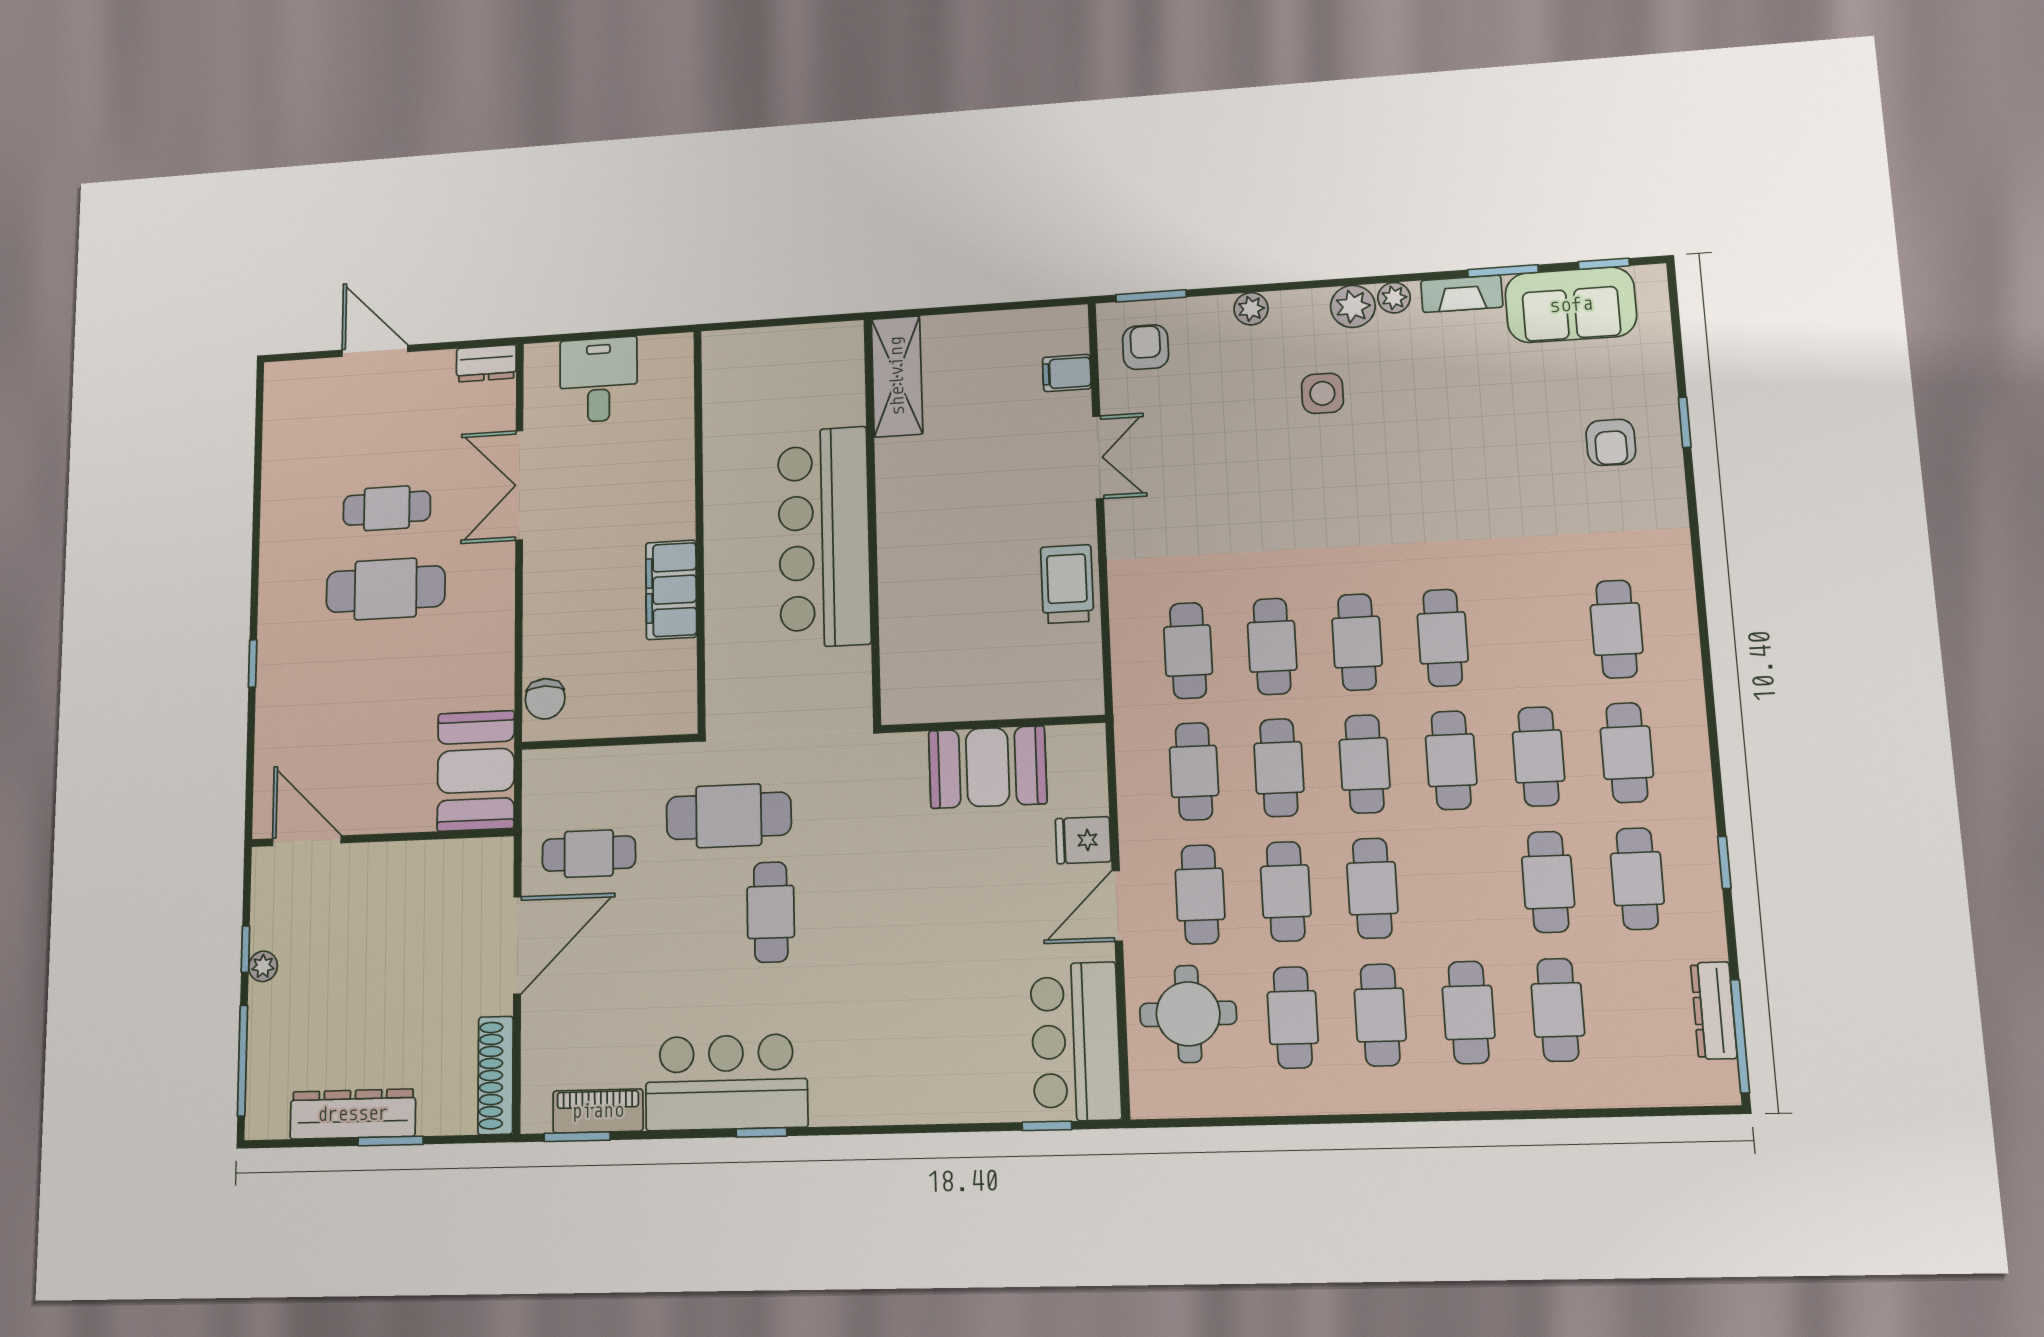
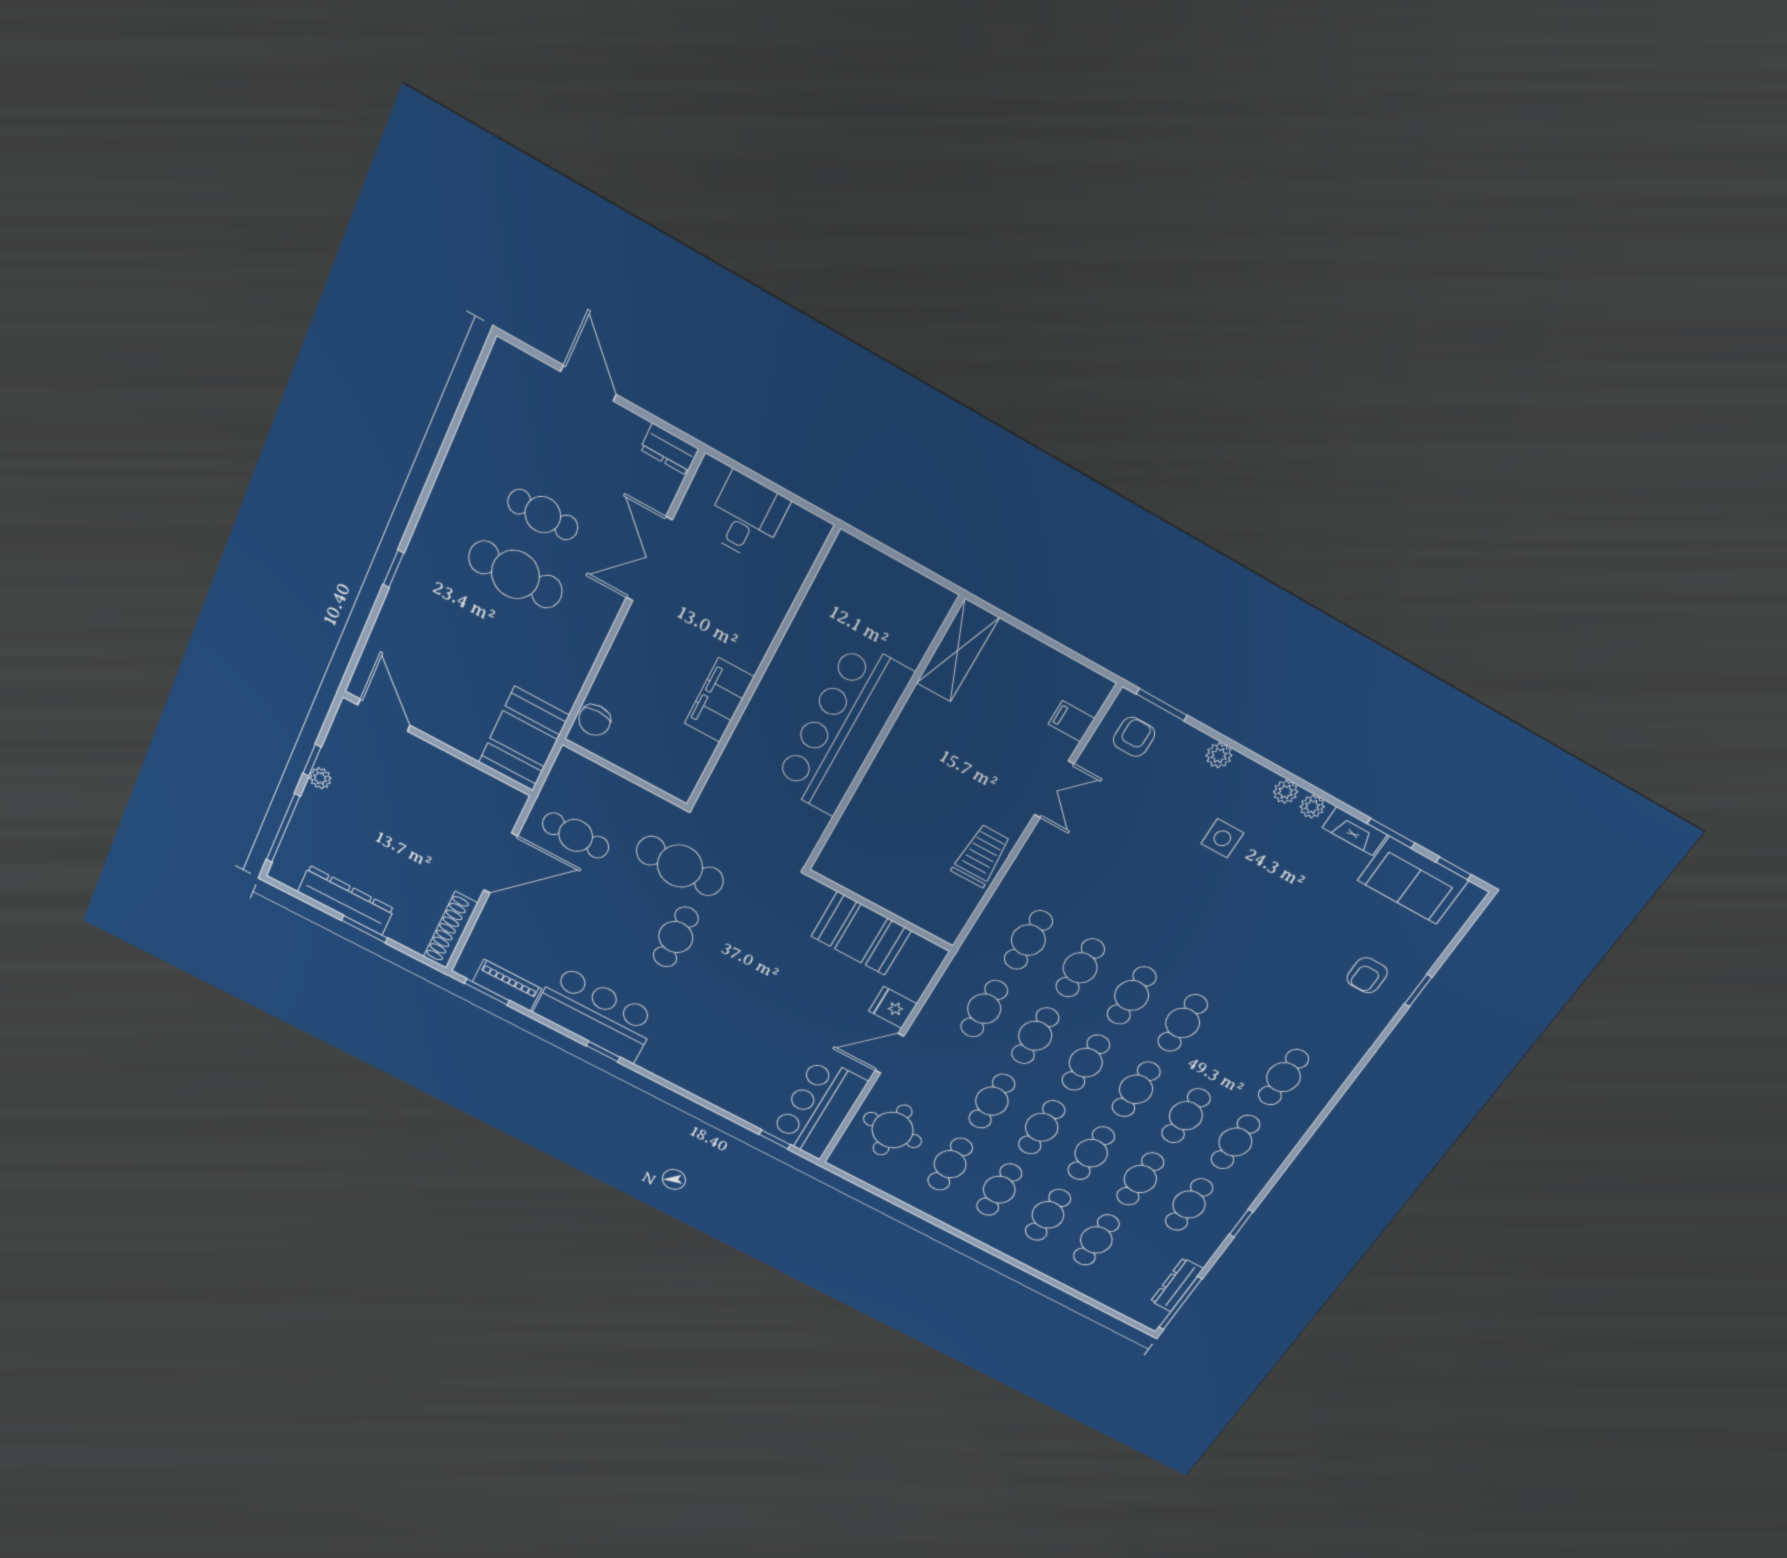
plant: (1353, 306) -> (1286, 792), width x0.73, depth x0.73
cafe table: (1200, 894) -> (1091, 1153), moved

